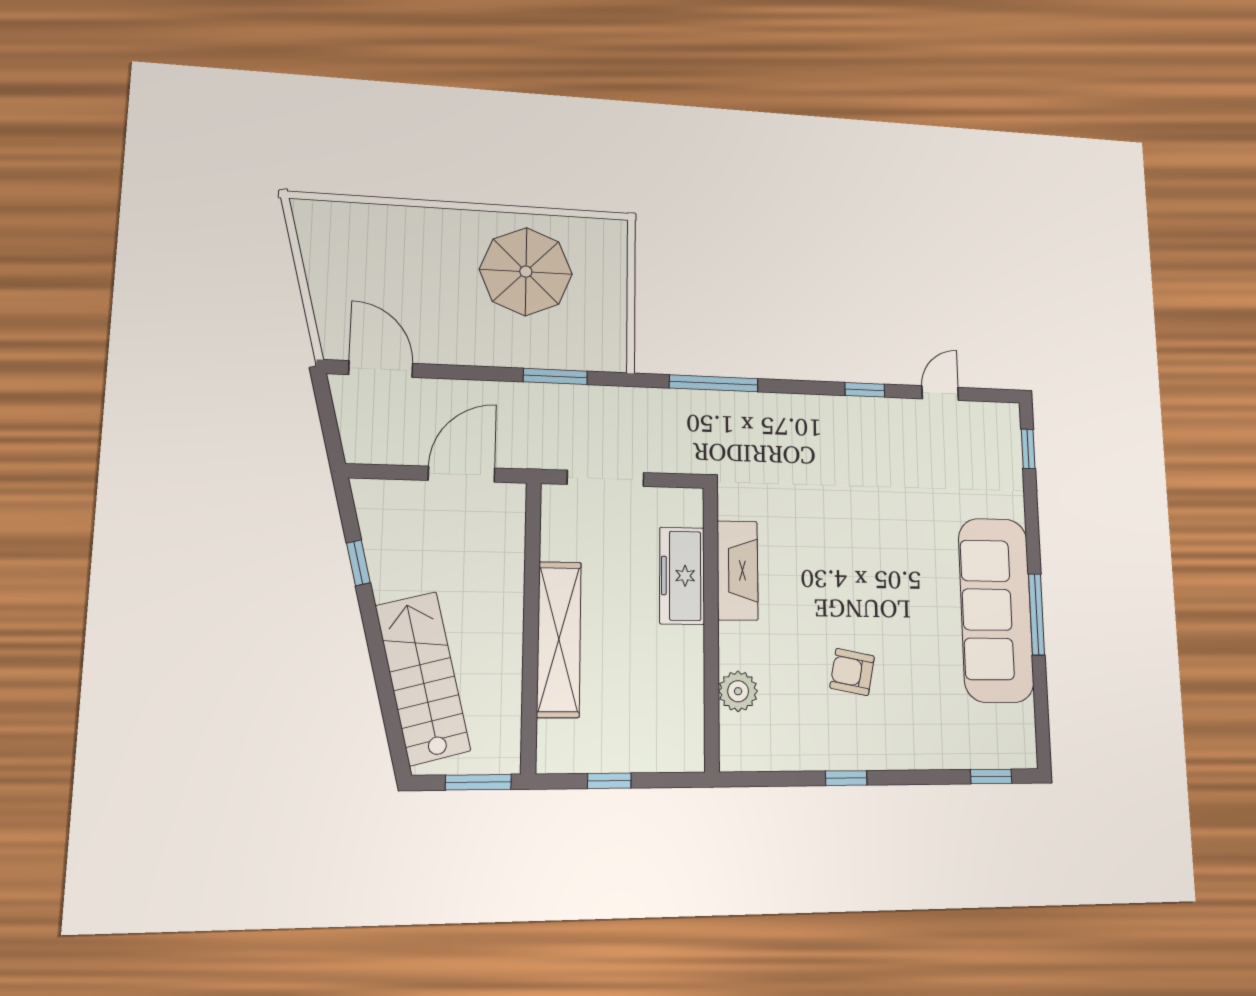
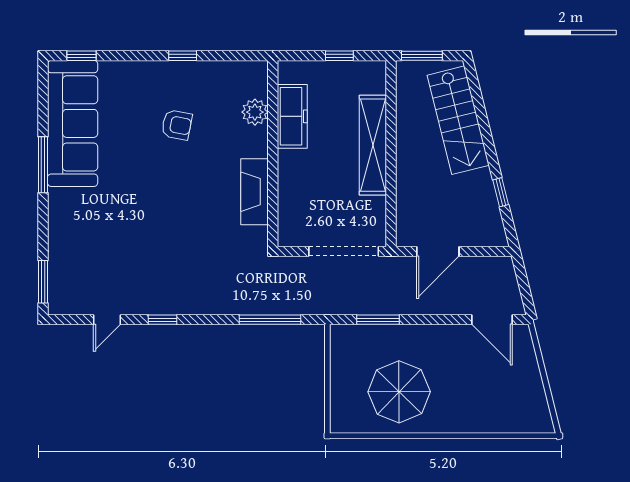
window: (1028, 449) -> (43, 282), width x1.50
doorway: (606, 478) -> (344, 251), width x1.36
freezer: (682, 576) -> (292, 116), moved
sofa: (996, 610) -> (73, 123), moved

